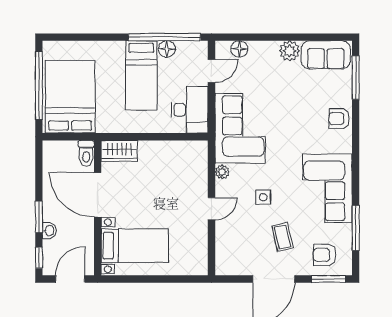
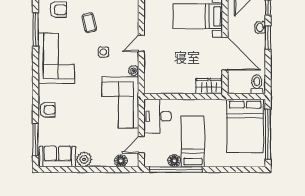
toilet: (86, 153) -> (257, 84), moved

